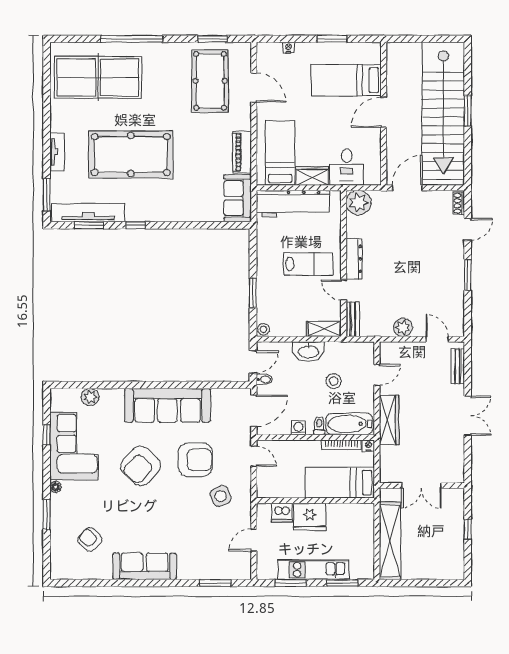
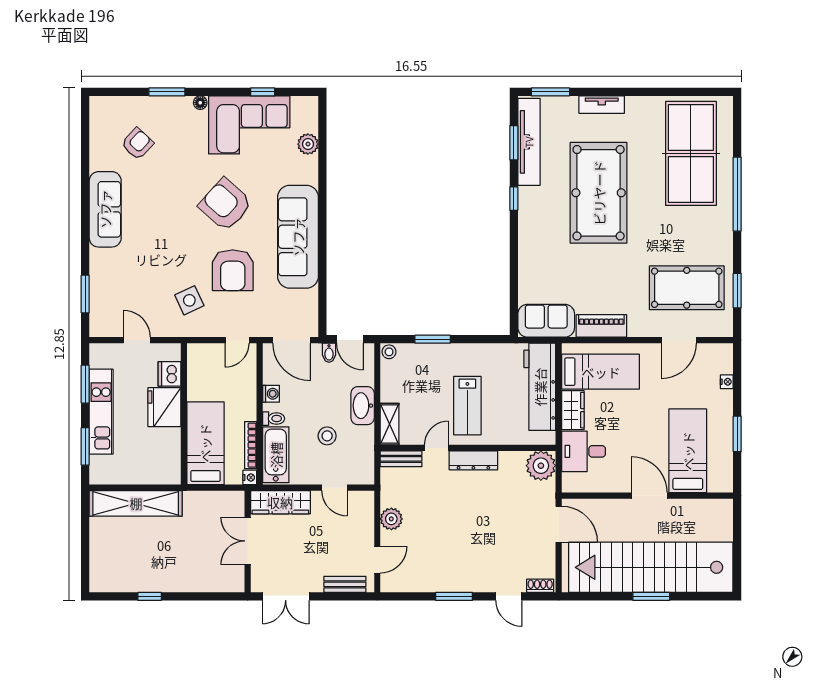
double door: (421, 486) -> (248, 541), moved
wall: (422, 486) -> (248, 542), moved

